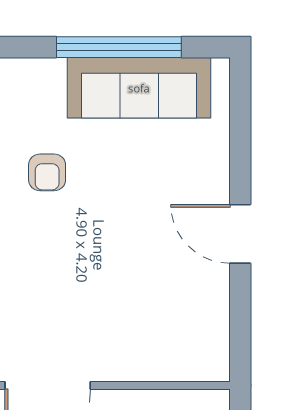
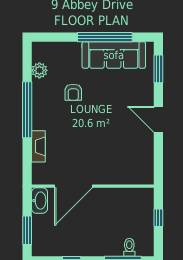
window: (240, 119) -> (158, 69), added

